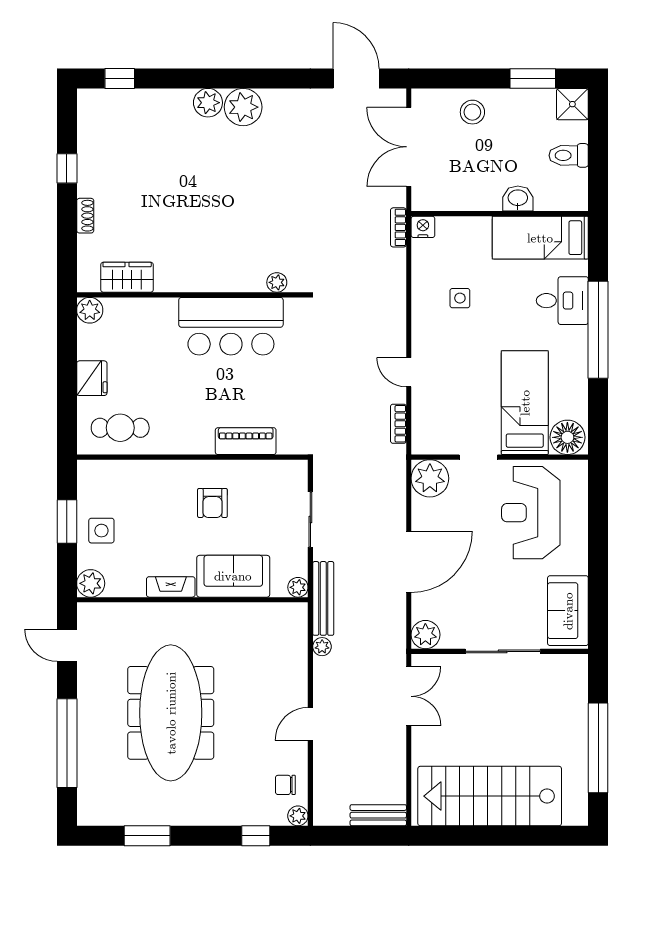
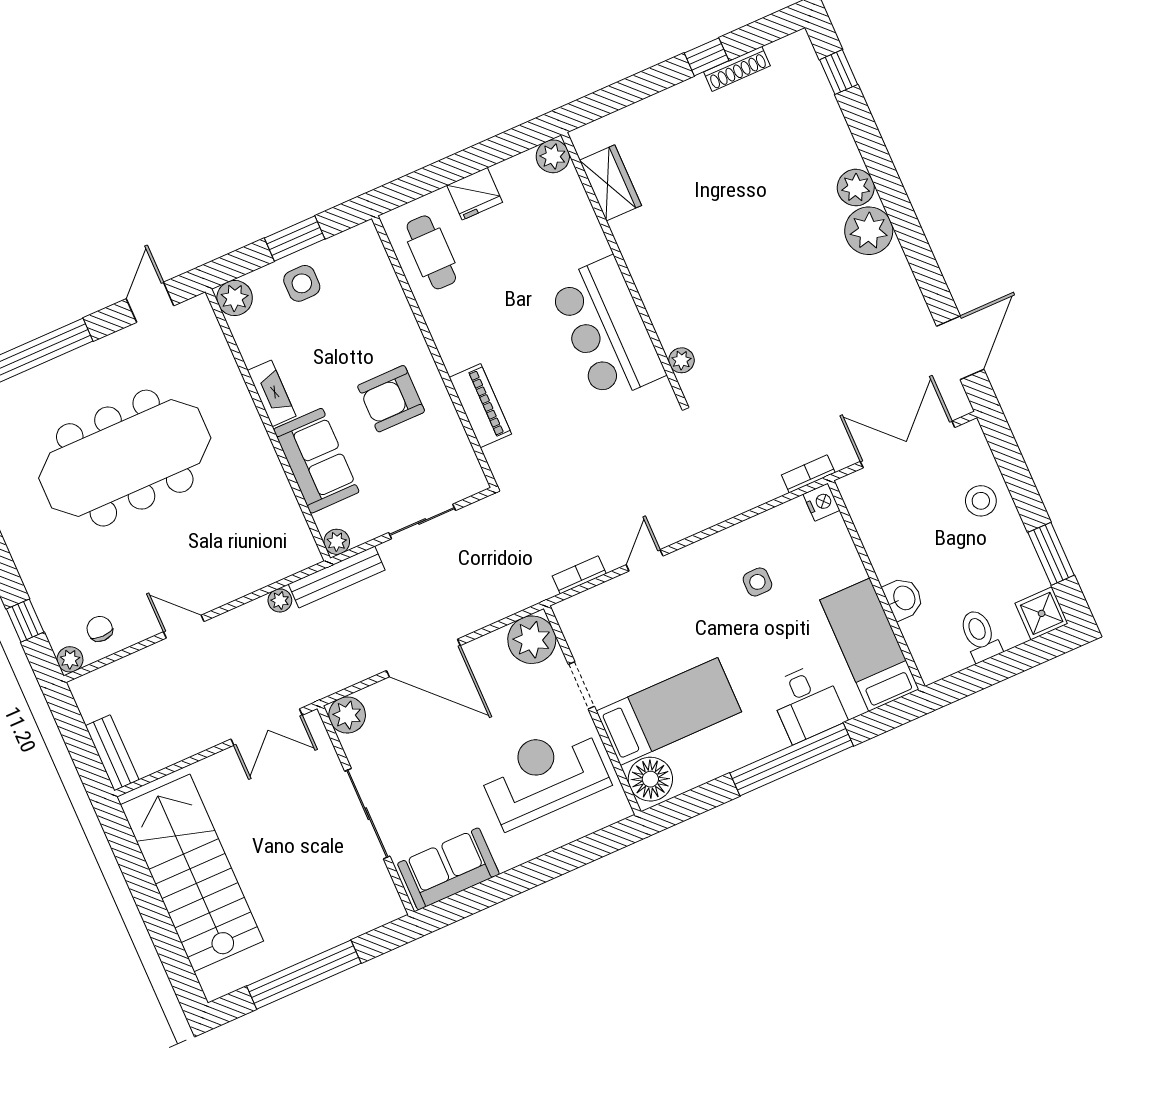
shoe rack: (85, 216) -> (737, 69), moved, width x1.43
armchair: (212, 503) -> (391, 399), width x1.38, depth x1.38

